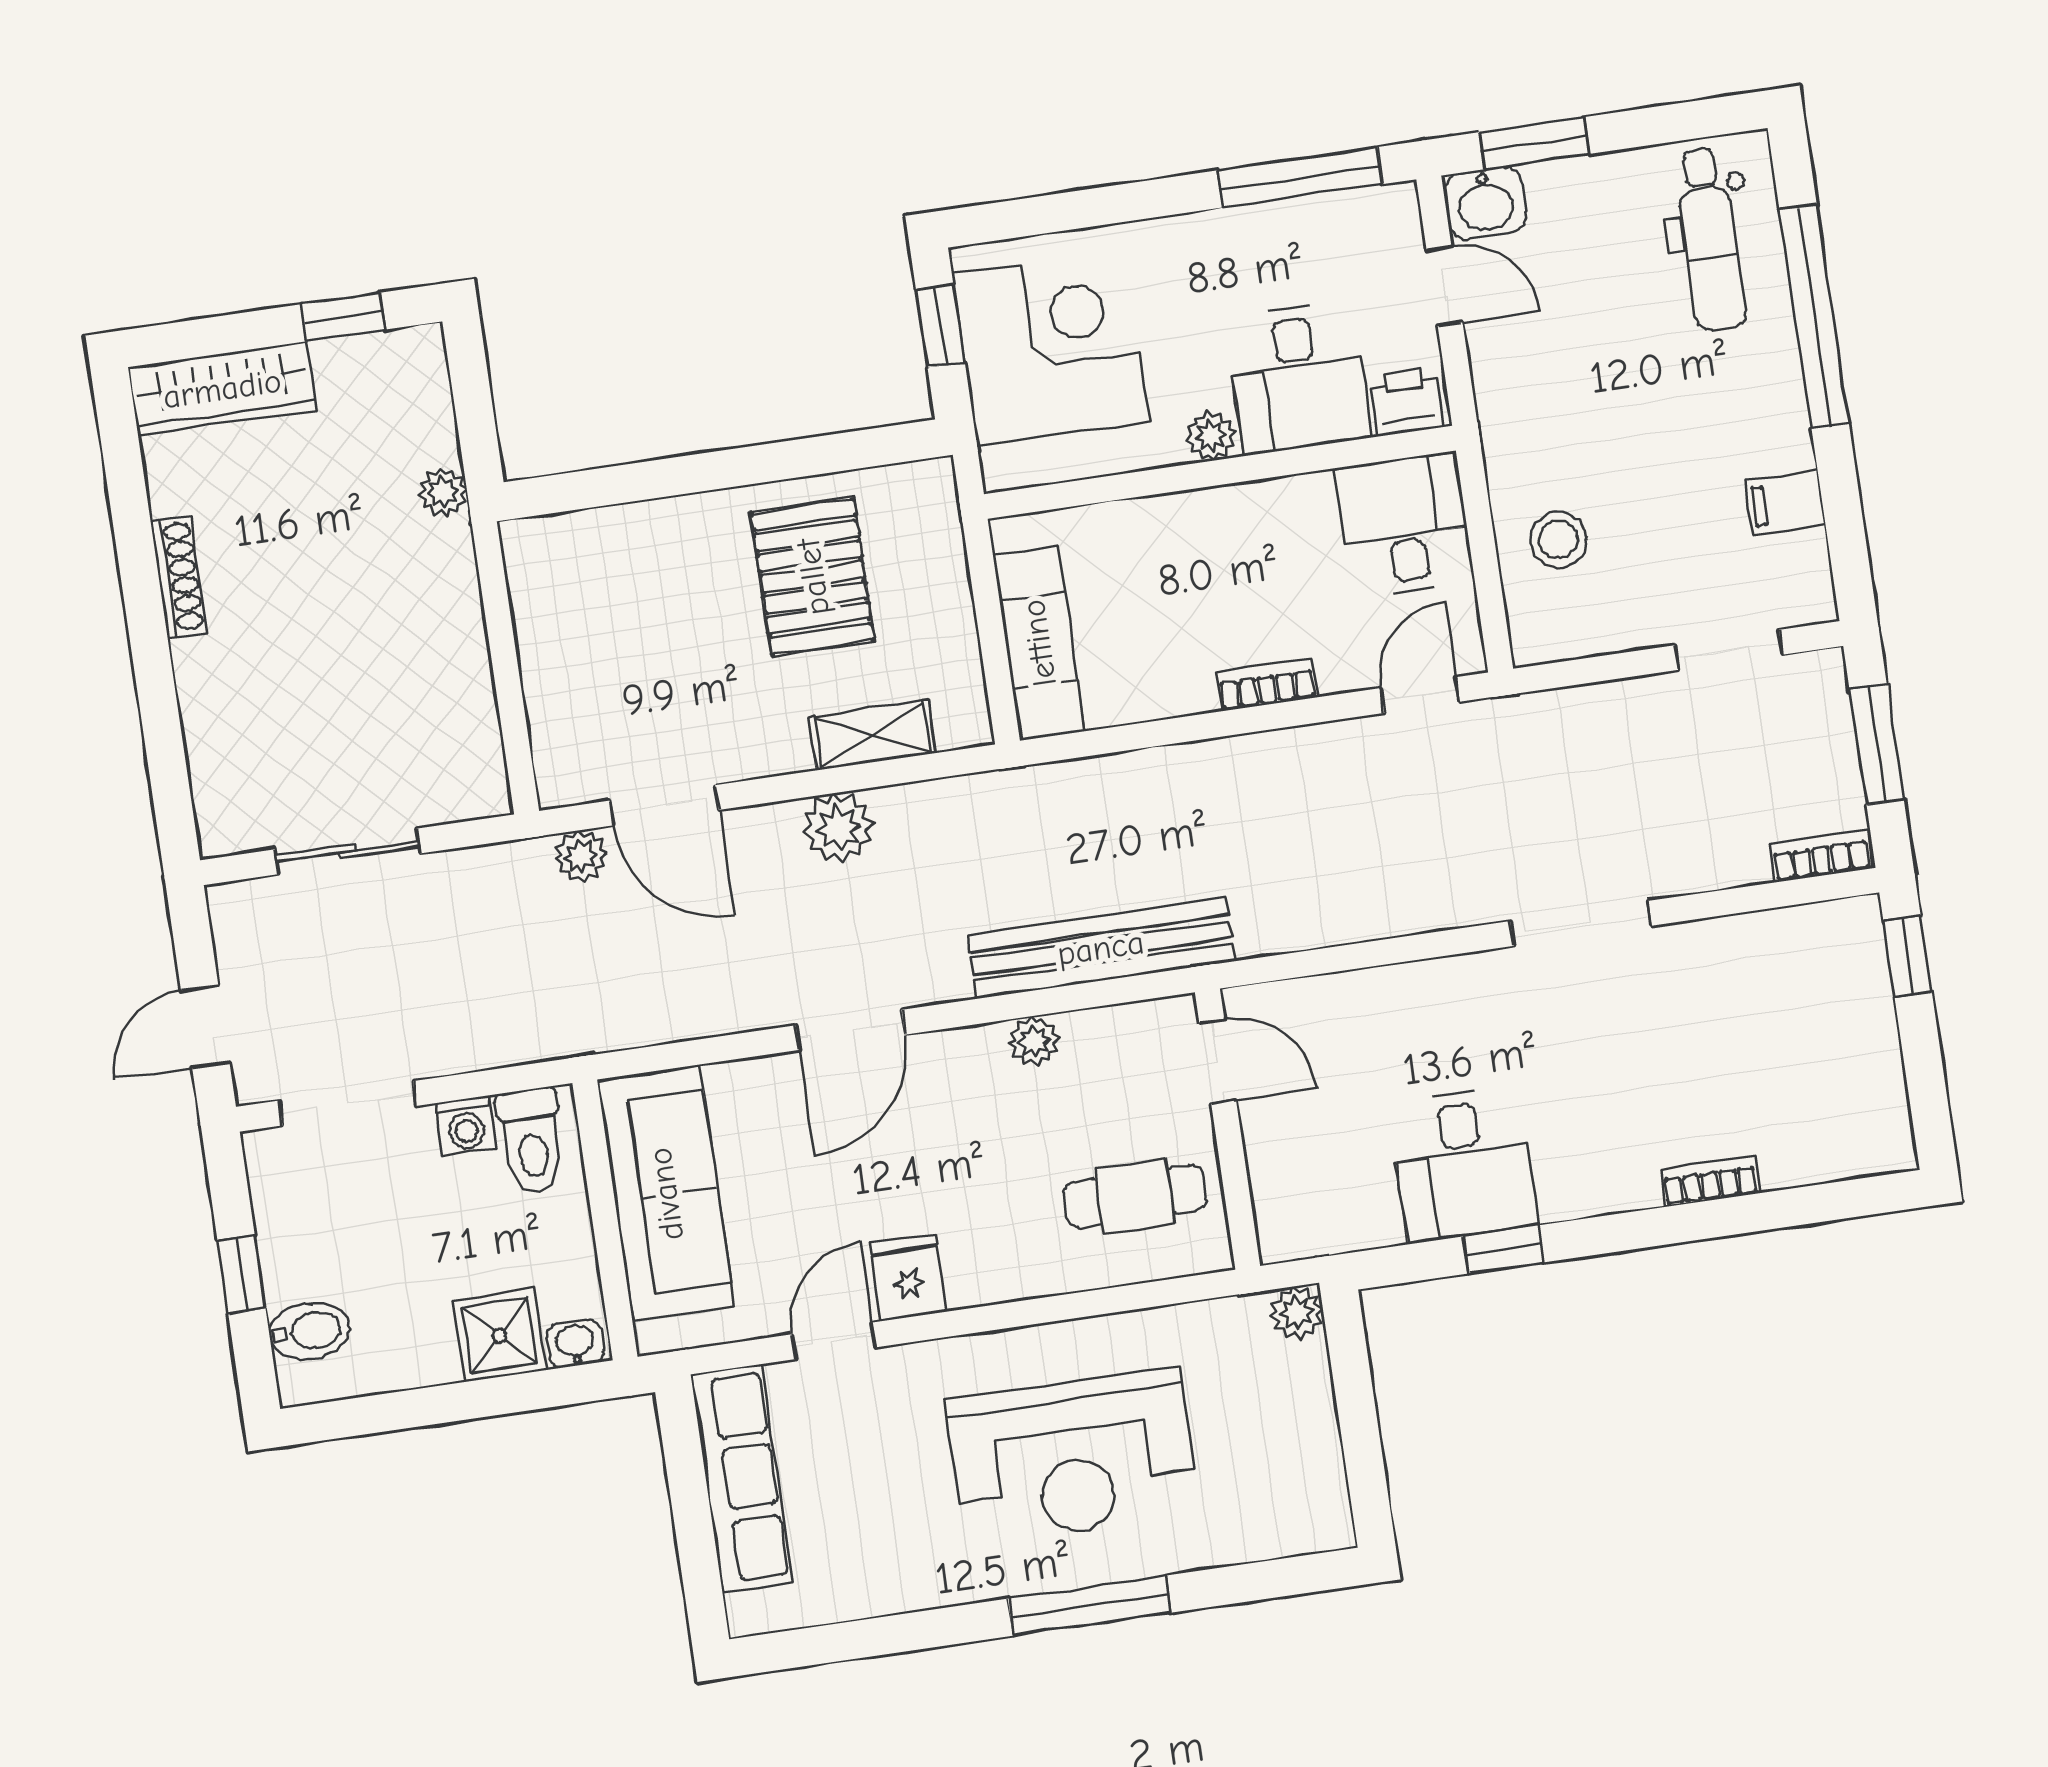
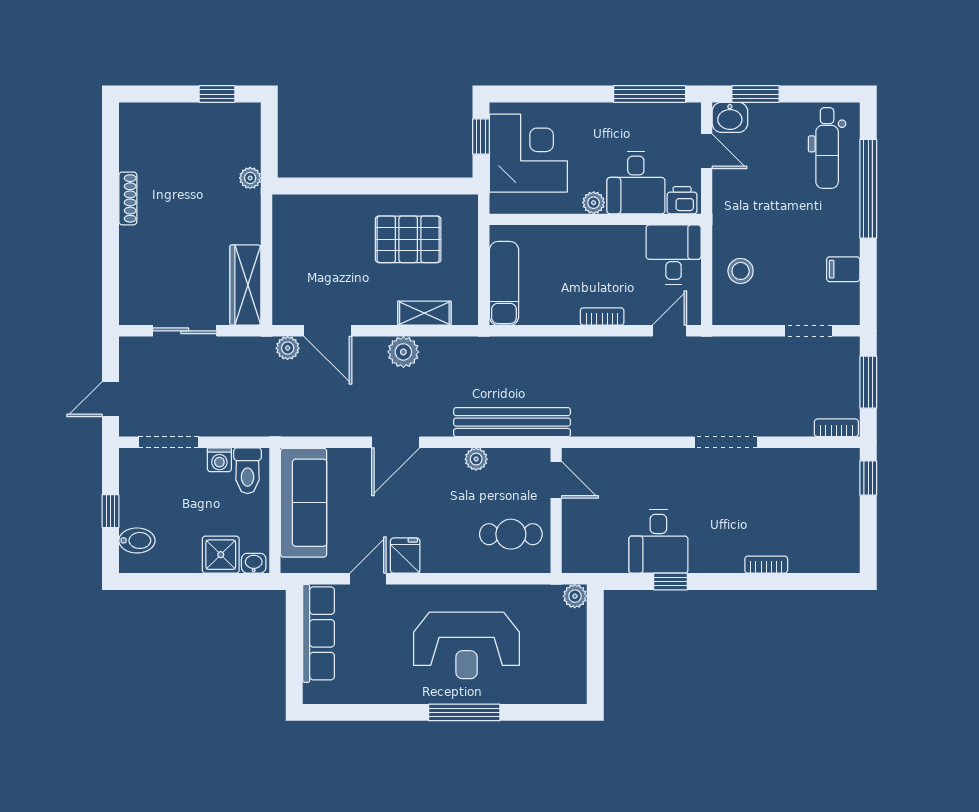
wardrobe: (222, 389) -> (245, 285), moved, turned 90
pallet: (813, 577) -> (408, 239), turned 90

